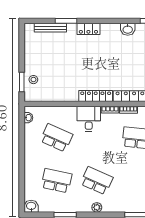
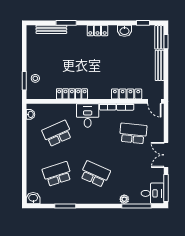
locker: (88, 29) -> (97, 30), moved
locker: (96, 96) -> (72, 94), moved
school desk: (56, 138) -> (57, 133), turned -48
school desk: (56, 181) -> (57, 174), turned -30
plant: (97, 207) -> (124, 199), moved

